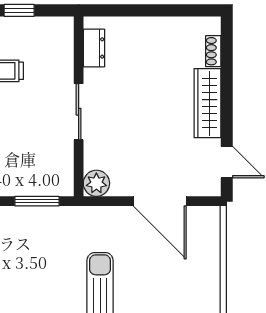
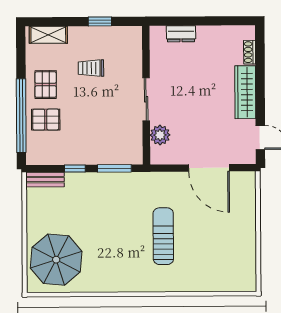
dresser: (94, 48) -> (181, 34), moved, turned 90
plant: (96, 183) -> (160, 135), moved

